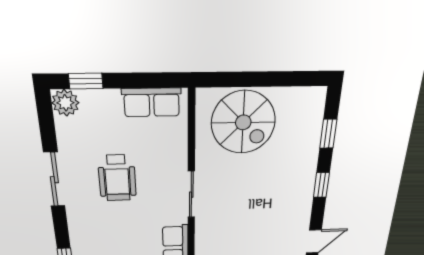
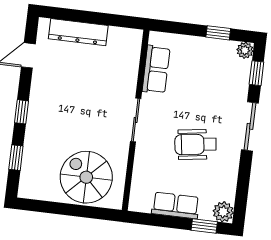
row of seats: (152, 102) -> (176, 205), moved
wheelchair: (117, 178) -> (196, 144), turned -98
sliding door: (54, 180) -> (250, 126), moved

